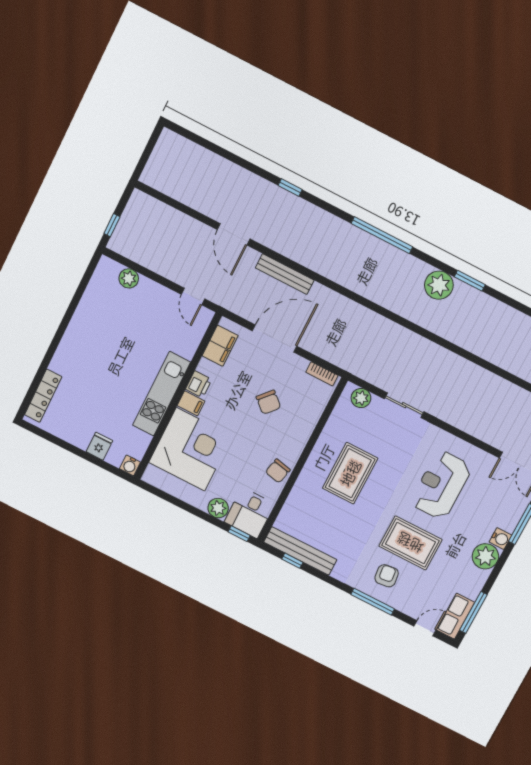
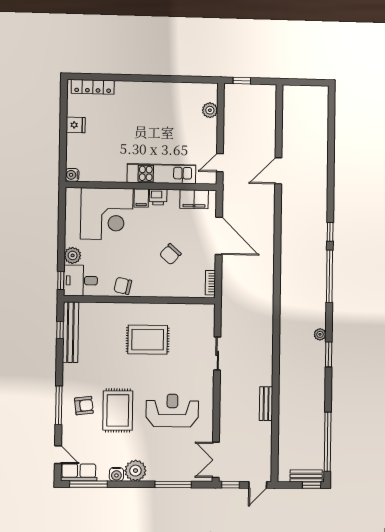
window: (290, 187) -> (330, 232), moved
bench: (285, 274) -> (266, 404), moved, width x0.73
plant: (439, 285) -> (320, 334), width x0.53, depth x0.53
kitchen unit: (162, 394) -> (161, 174), moved
plant: (361, 398) -> (207, 320), removed
fridge: (99, 446) -> (76, 125), moved
water cooler: (500, 539) -> (116, 474), moved

